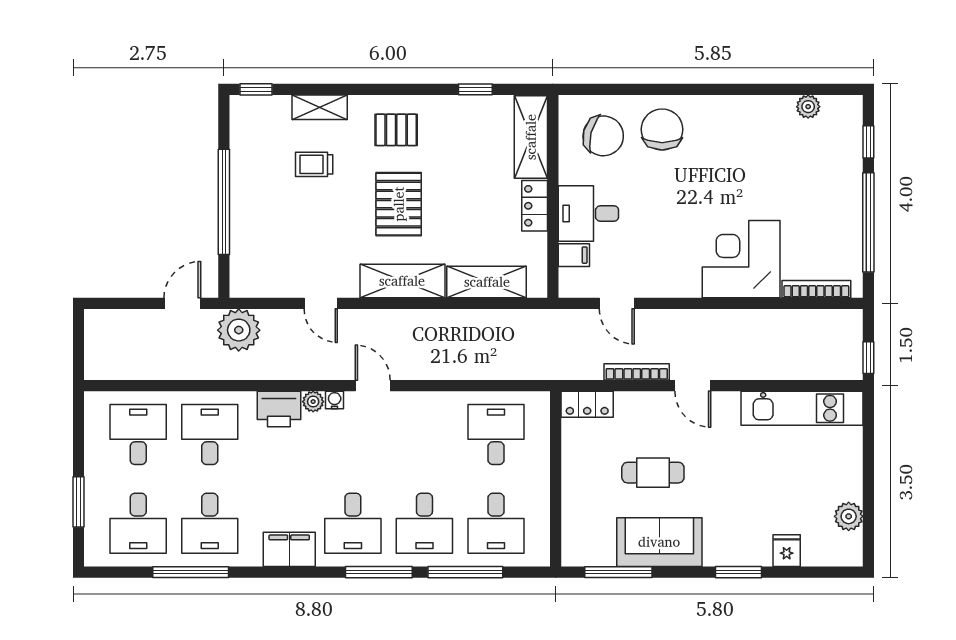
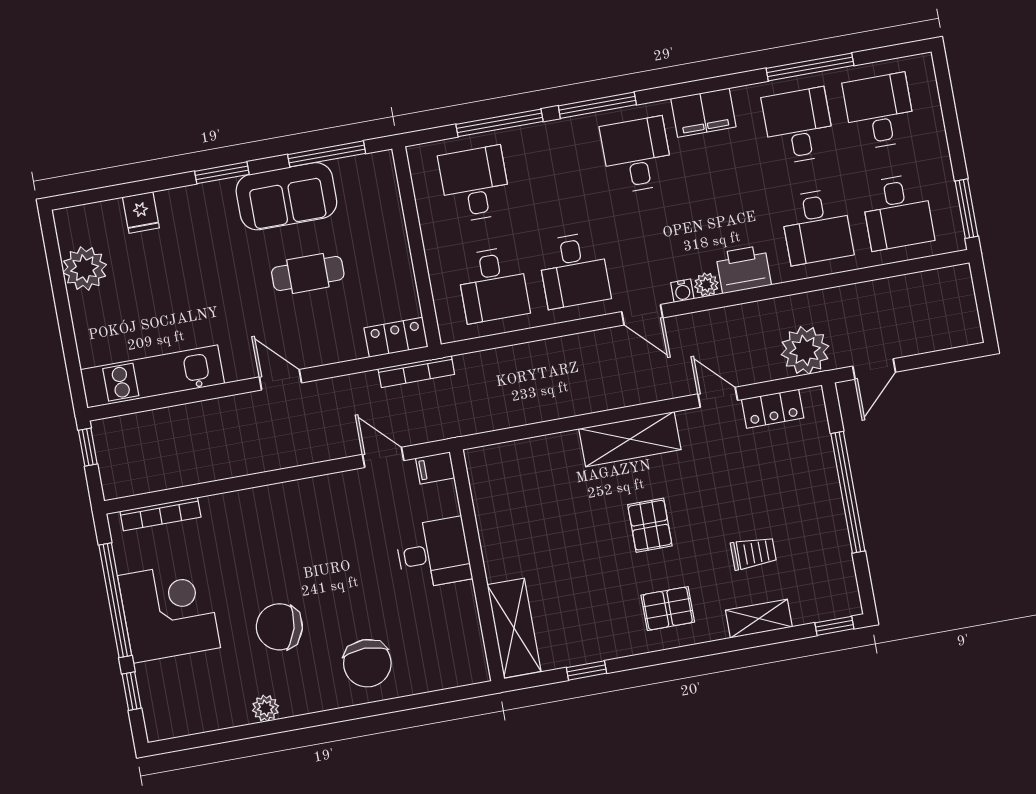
plant: (808, 107) -> (266, 708), moved
chair: (603, 136) -> (279, 627), moved
pallet: (399, 204) -> (650, 525), width x0.67, depth x0.71
locker: (535, 206) -> (773, 409), moved, turned 90
filing cabinet: (574, 255) -> (435, 468), moved
corner desk: (741, 259) -> (169, 612), moved, turned -90
shelving: (487, 282) -> (535, 455), removed
bookcase: (637, 372) -> (416, 372), moved
window: (79, 502) -> (966, 209), moved
plant: (849, 516) -> (85, 269), width x1.36, depth x1.36
desk: (424, 523) -> (574, 270), moved, turned 180
window: (739, 572) -> (222, 173), moved

